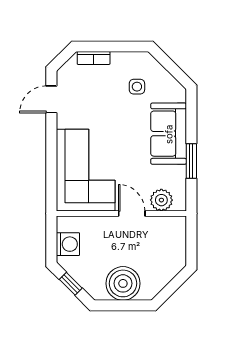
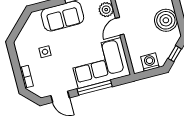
side table: (137, 87) -> (45, 52), moved
window: (51, 153) -> (95, 88), added

